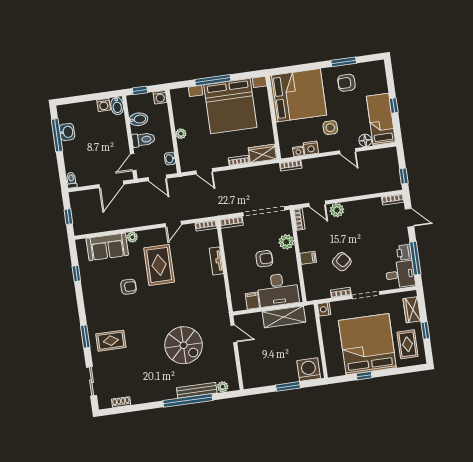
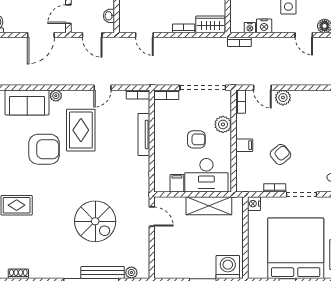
tv unit: (216, 261) -> (144, 134), width x1.41
armchair: (128, 287) -> (44, 149), width x1.88, depth x1.88

